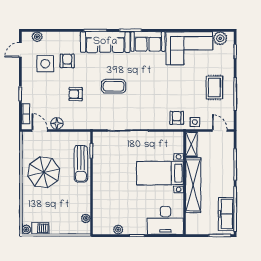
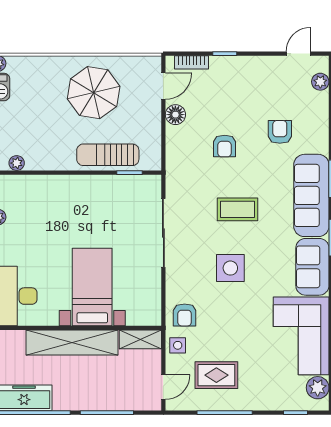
door: (20, 50) -> (298, 54), hinge flipped
armchair: (67, 61) -> (280, 132), turned -90
side table: (45, 64) -> (230, 268), moved
coffee table: (114, 86) -> (237, 209), turned 90
rug: (214, 87) -> (216, 375), moved
armchair: (76, 94) -> (225, 146), turned 180
armchair: (177, 118) -> (185, 315), turned 90

